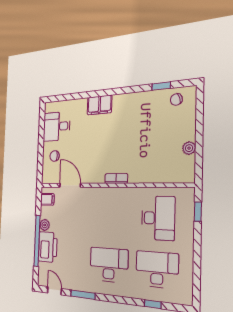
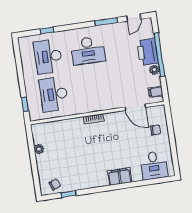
desk: (57, 127) -> (154, 165), moved, turned 90
desk: (157, 269) -> (48, 56), turned 90
door: (54, 291) -> (134, 18), hinge flipped

